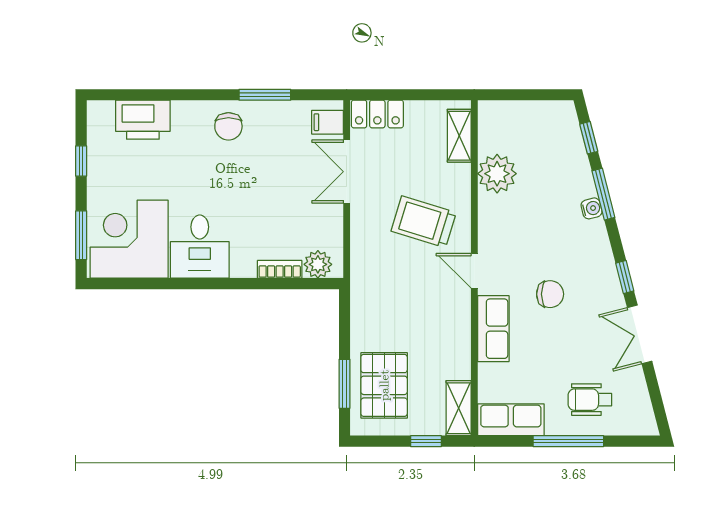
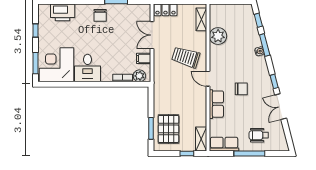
filing cabinet: (328, 122) -> (144, 58), moved

